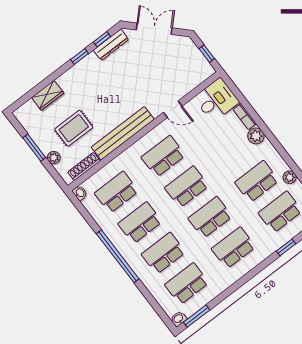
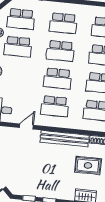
dresser: (111, 45) -> (27, 191), removed
door: (173, 109) -> (26, 126), hinge flipped

